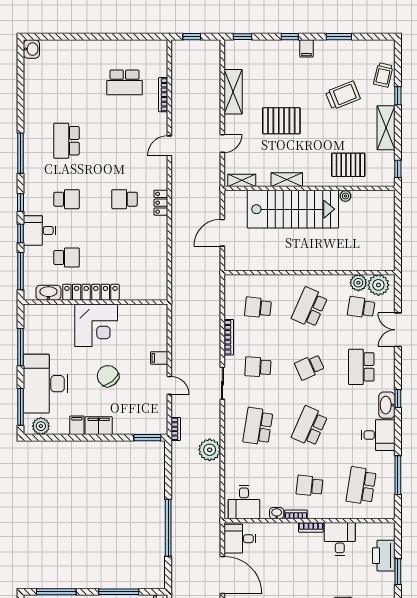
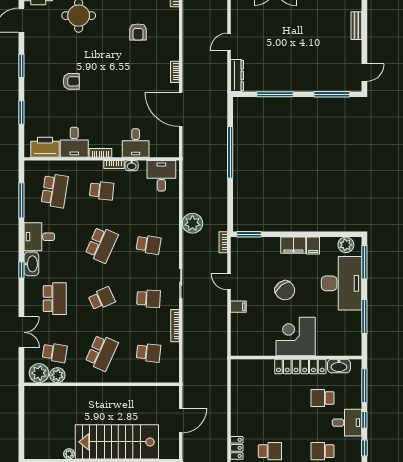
school desk: (258, 426) -> (149, 245), width x0.54
desk: (240, 539) -> (136, 143), moved, turned 90
printer: (384, 556) -> (45, 147), moved, turned -90

